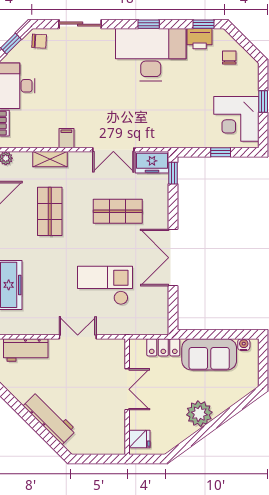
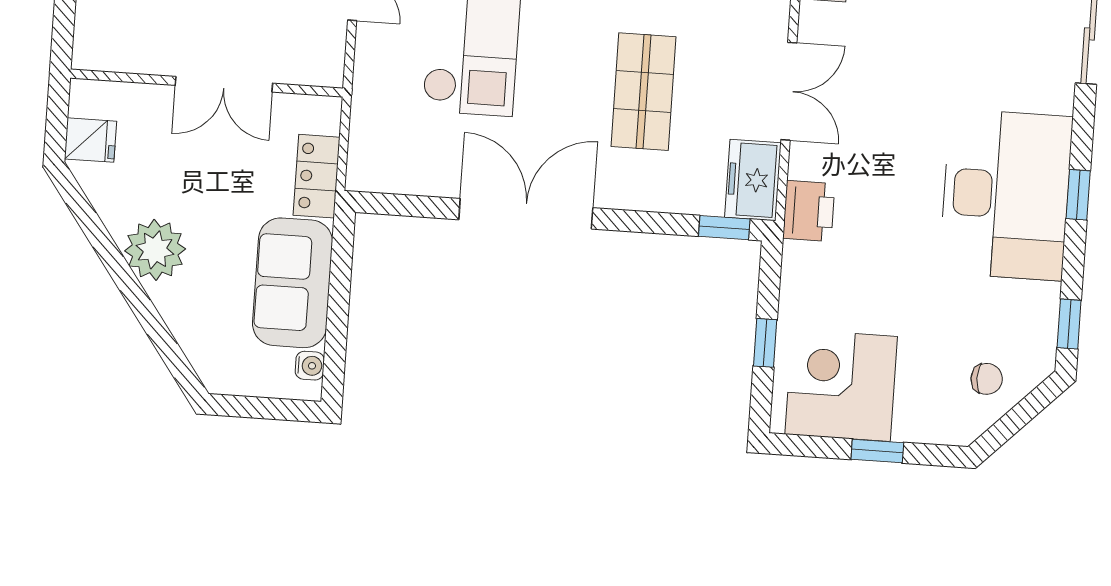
printer: (200, 39) -> (809, 211), moved, turned 180
double door: (113, 150) -> (789, 91), swing flipped
fridge: (139, 439) -> (90, 140), moved, turned -90

